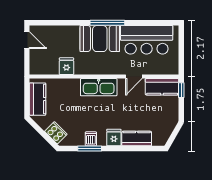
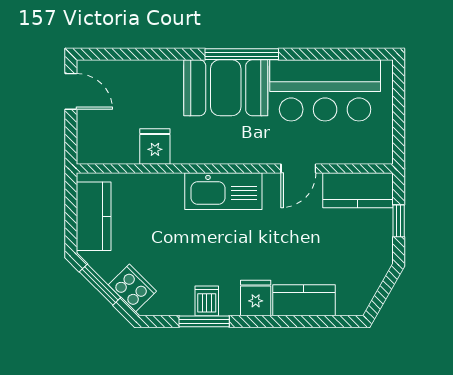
window: (181, 90) -> (399, 221), moved
window: (41, 131) -> (100, 285), added

